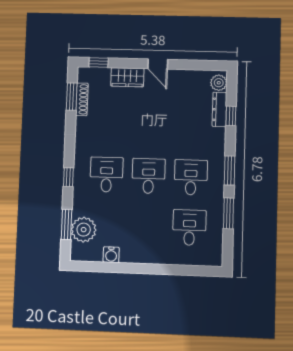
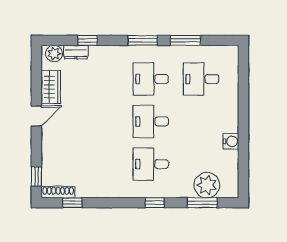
wardrobe: (127, 77) -> (51, 87), moved
window: (72, 97) -> (72, 203), width x0.67
shoe rack: (82, 99) -> (58, 192), moved
dresser: (219, 109) -> (76, 52), width x0.70
water cooler: (111, 255) -> (231, 141), moved

